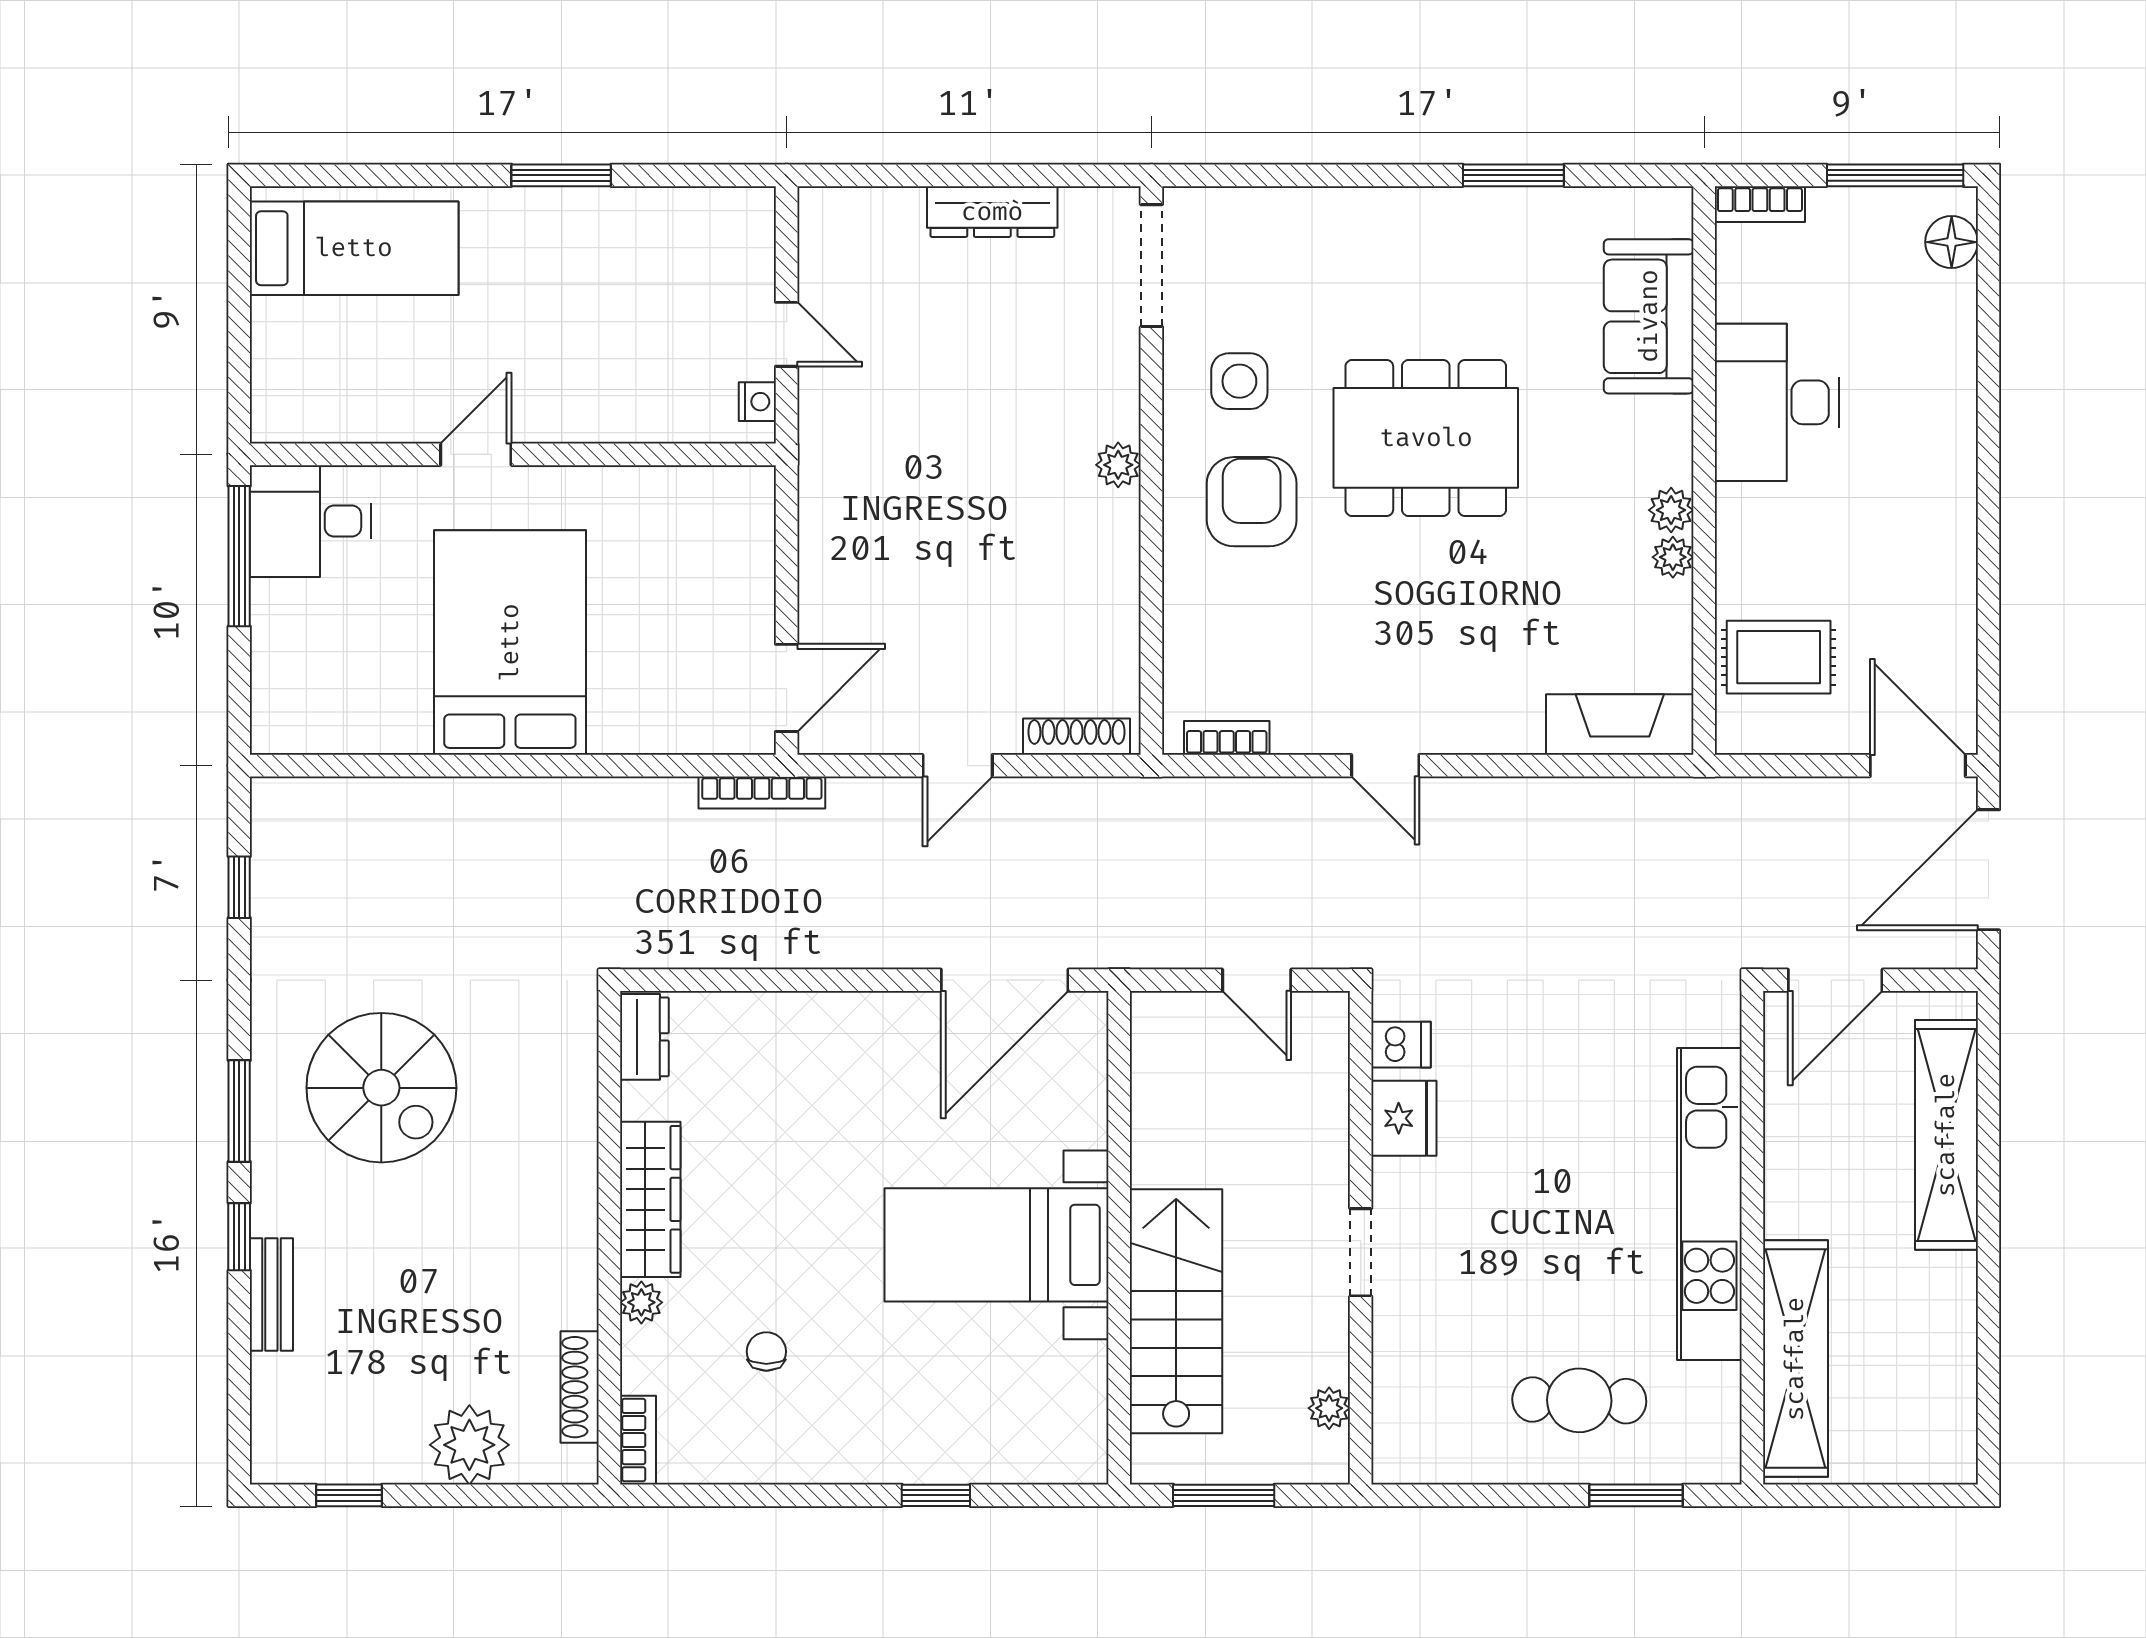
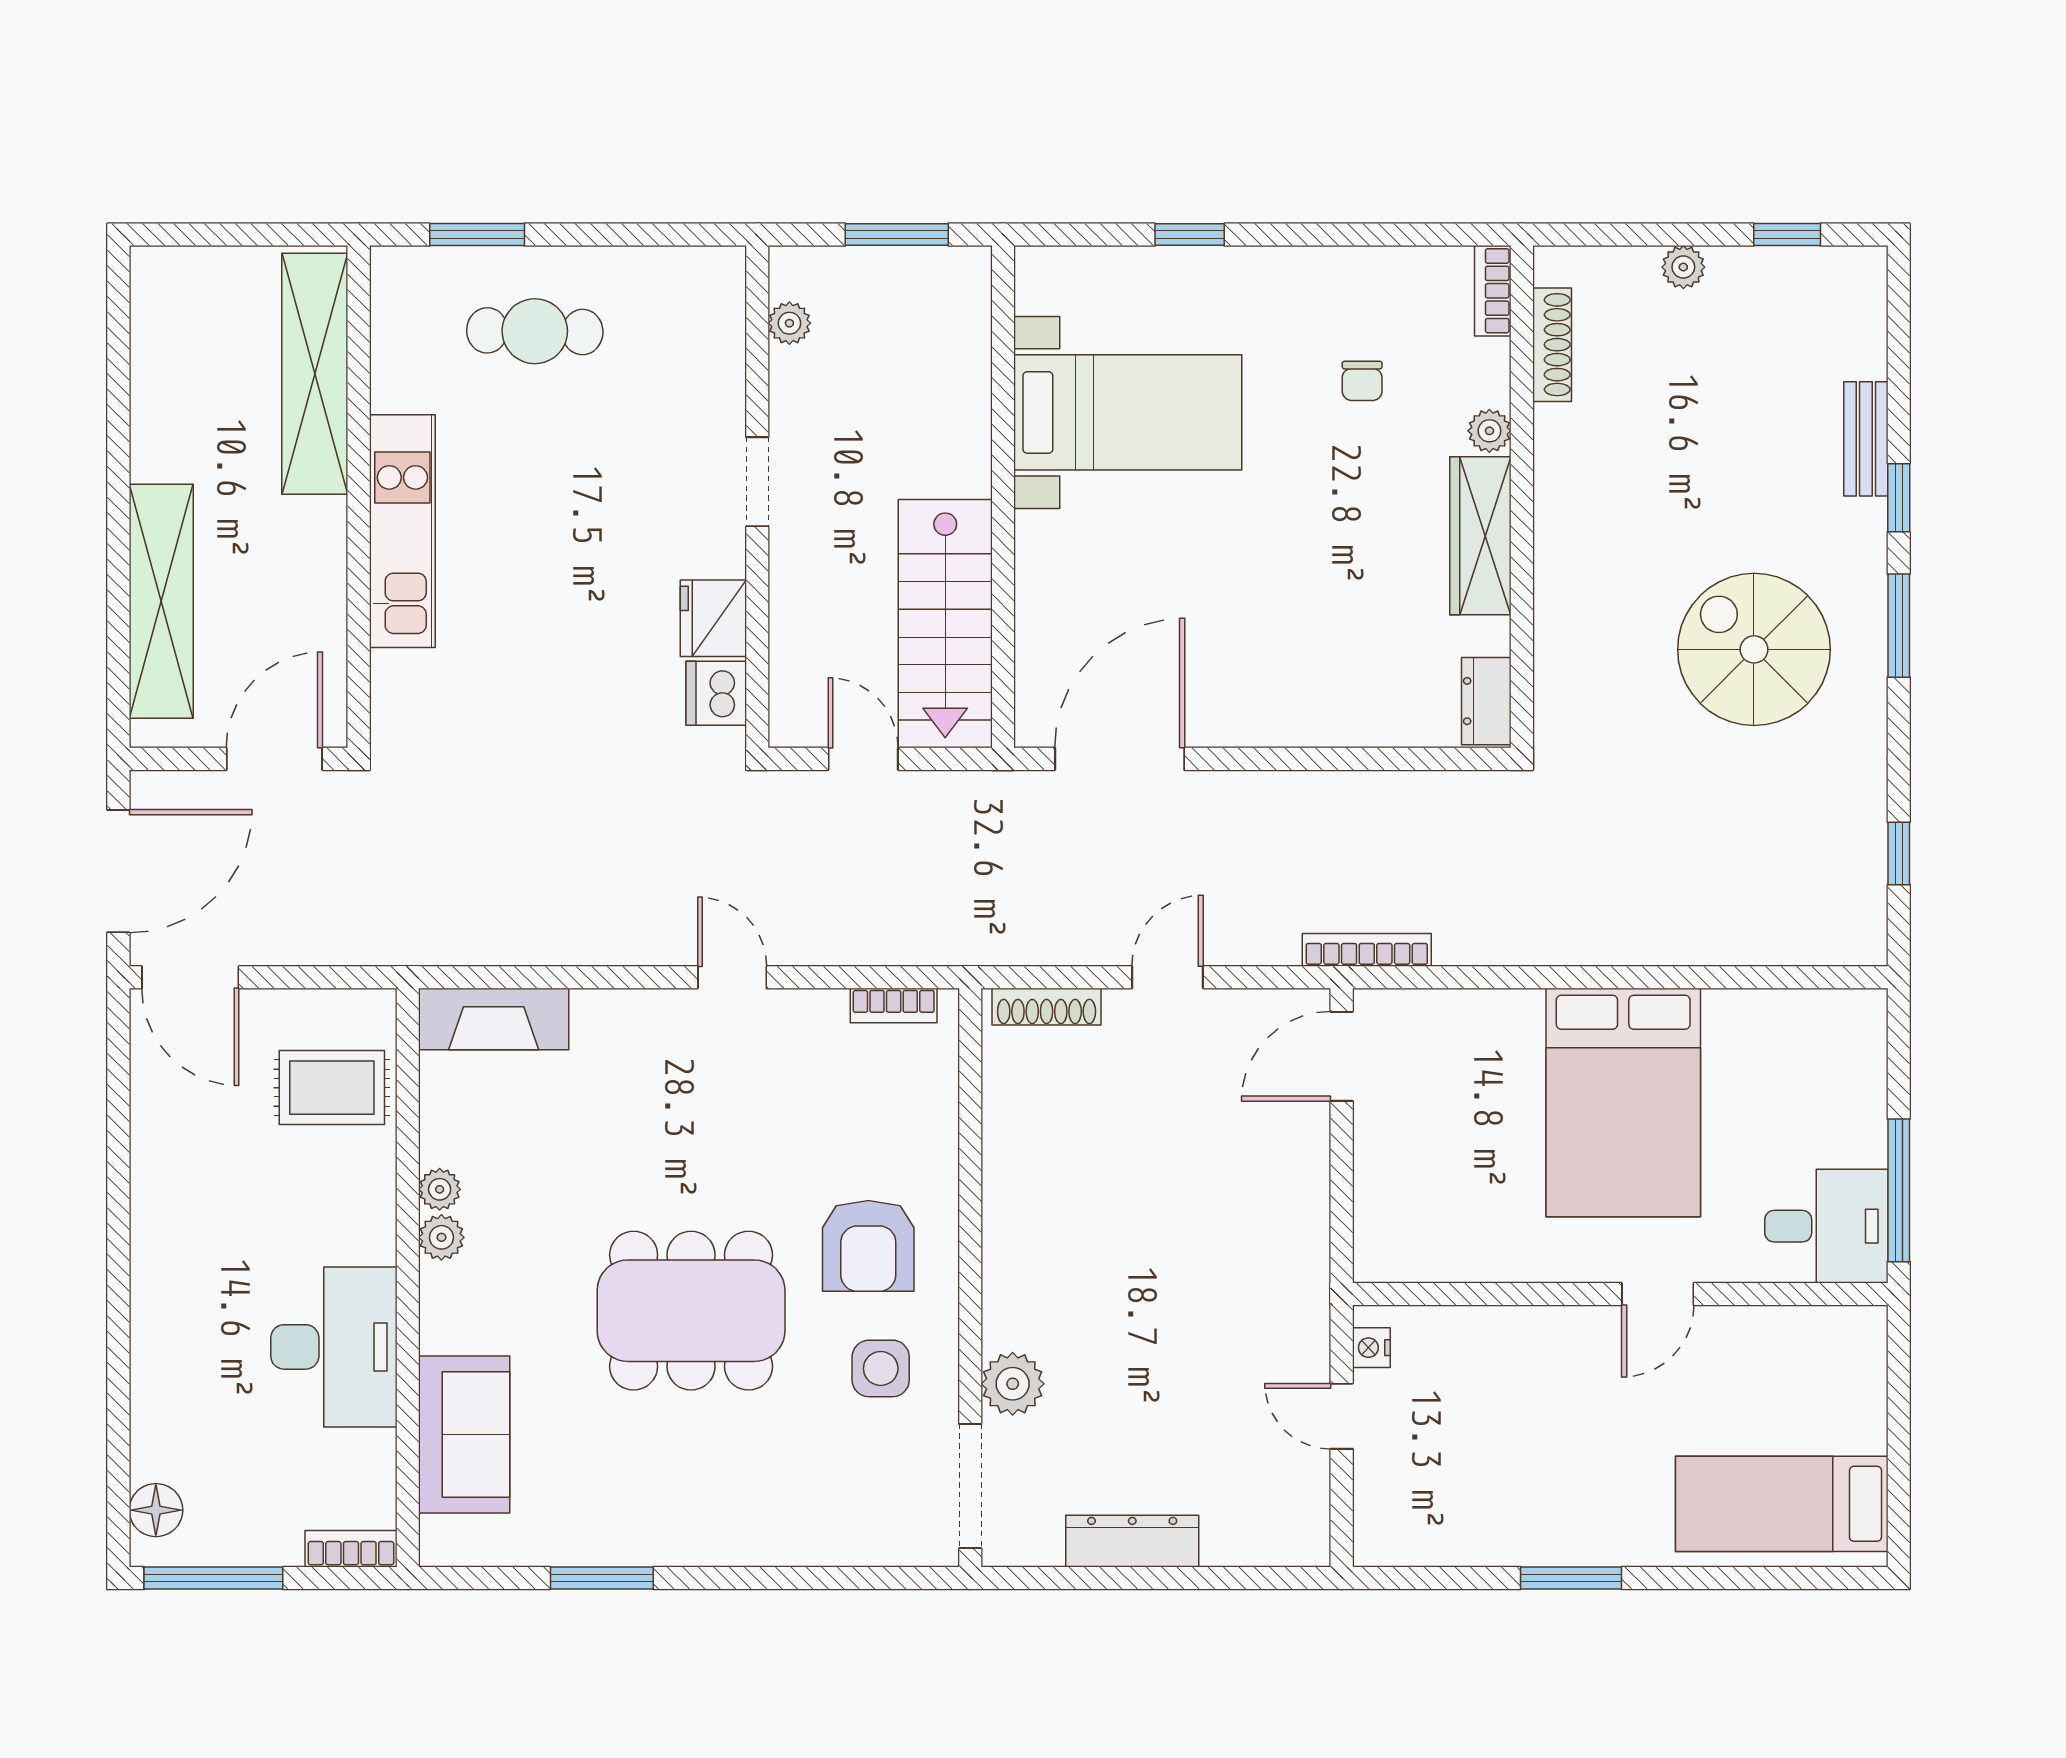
plant: (1118, 465) -> (1013, 1384), moved, width x1.38, depth x1.38
dishwasher: (1401, 1045) -> (716, 693), width x1.38
kitchen unit: (1709, 1204) -> (402, 531), width x0.73
bed with nightstands: (997, 1245) -> (1128, 412), moved
stairs: (1176, 1311) -> (945, 624), moved
plant: (469, 1445) -> (1683, 267), width x0.53, depth x0.53

